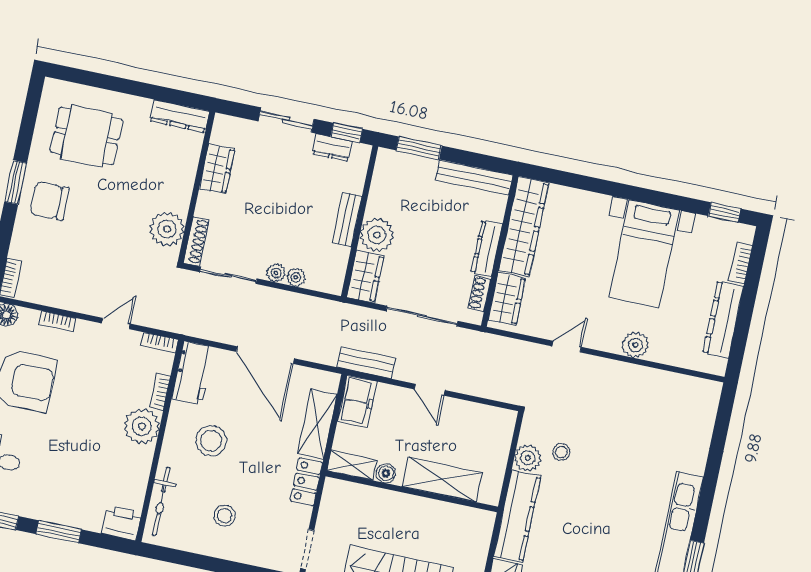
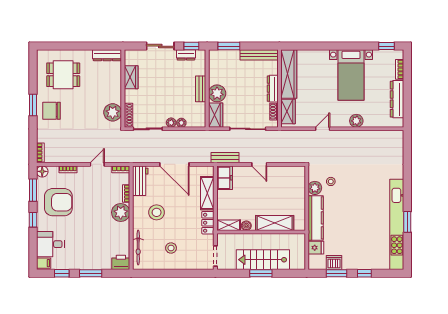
shelving: (352, 465) -> (229, 225), moved
boiler: (386, 473) -> (246, 226), moved
shelving: (442, 480) -> (275, 223), moved
wall: (412, 492) -> (261, 232), moved

